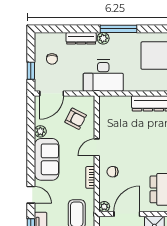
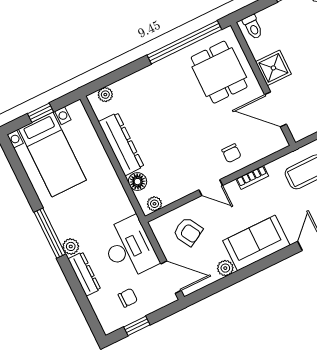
window: (31, 71) -> (137, 326), moved
desk: (103, 76) -> (129, 248), moved
floor lamp: (124, 102) -> (138, 182), added
armchair: (76, 119) -> (188, 232), turned 123
plant: (104, 207) -> (154, 204), moved

